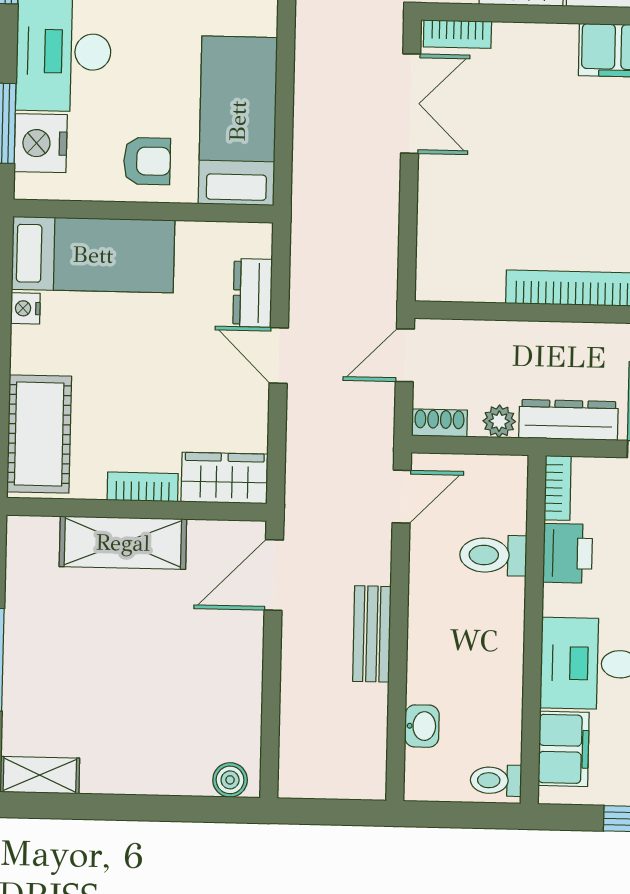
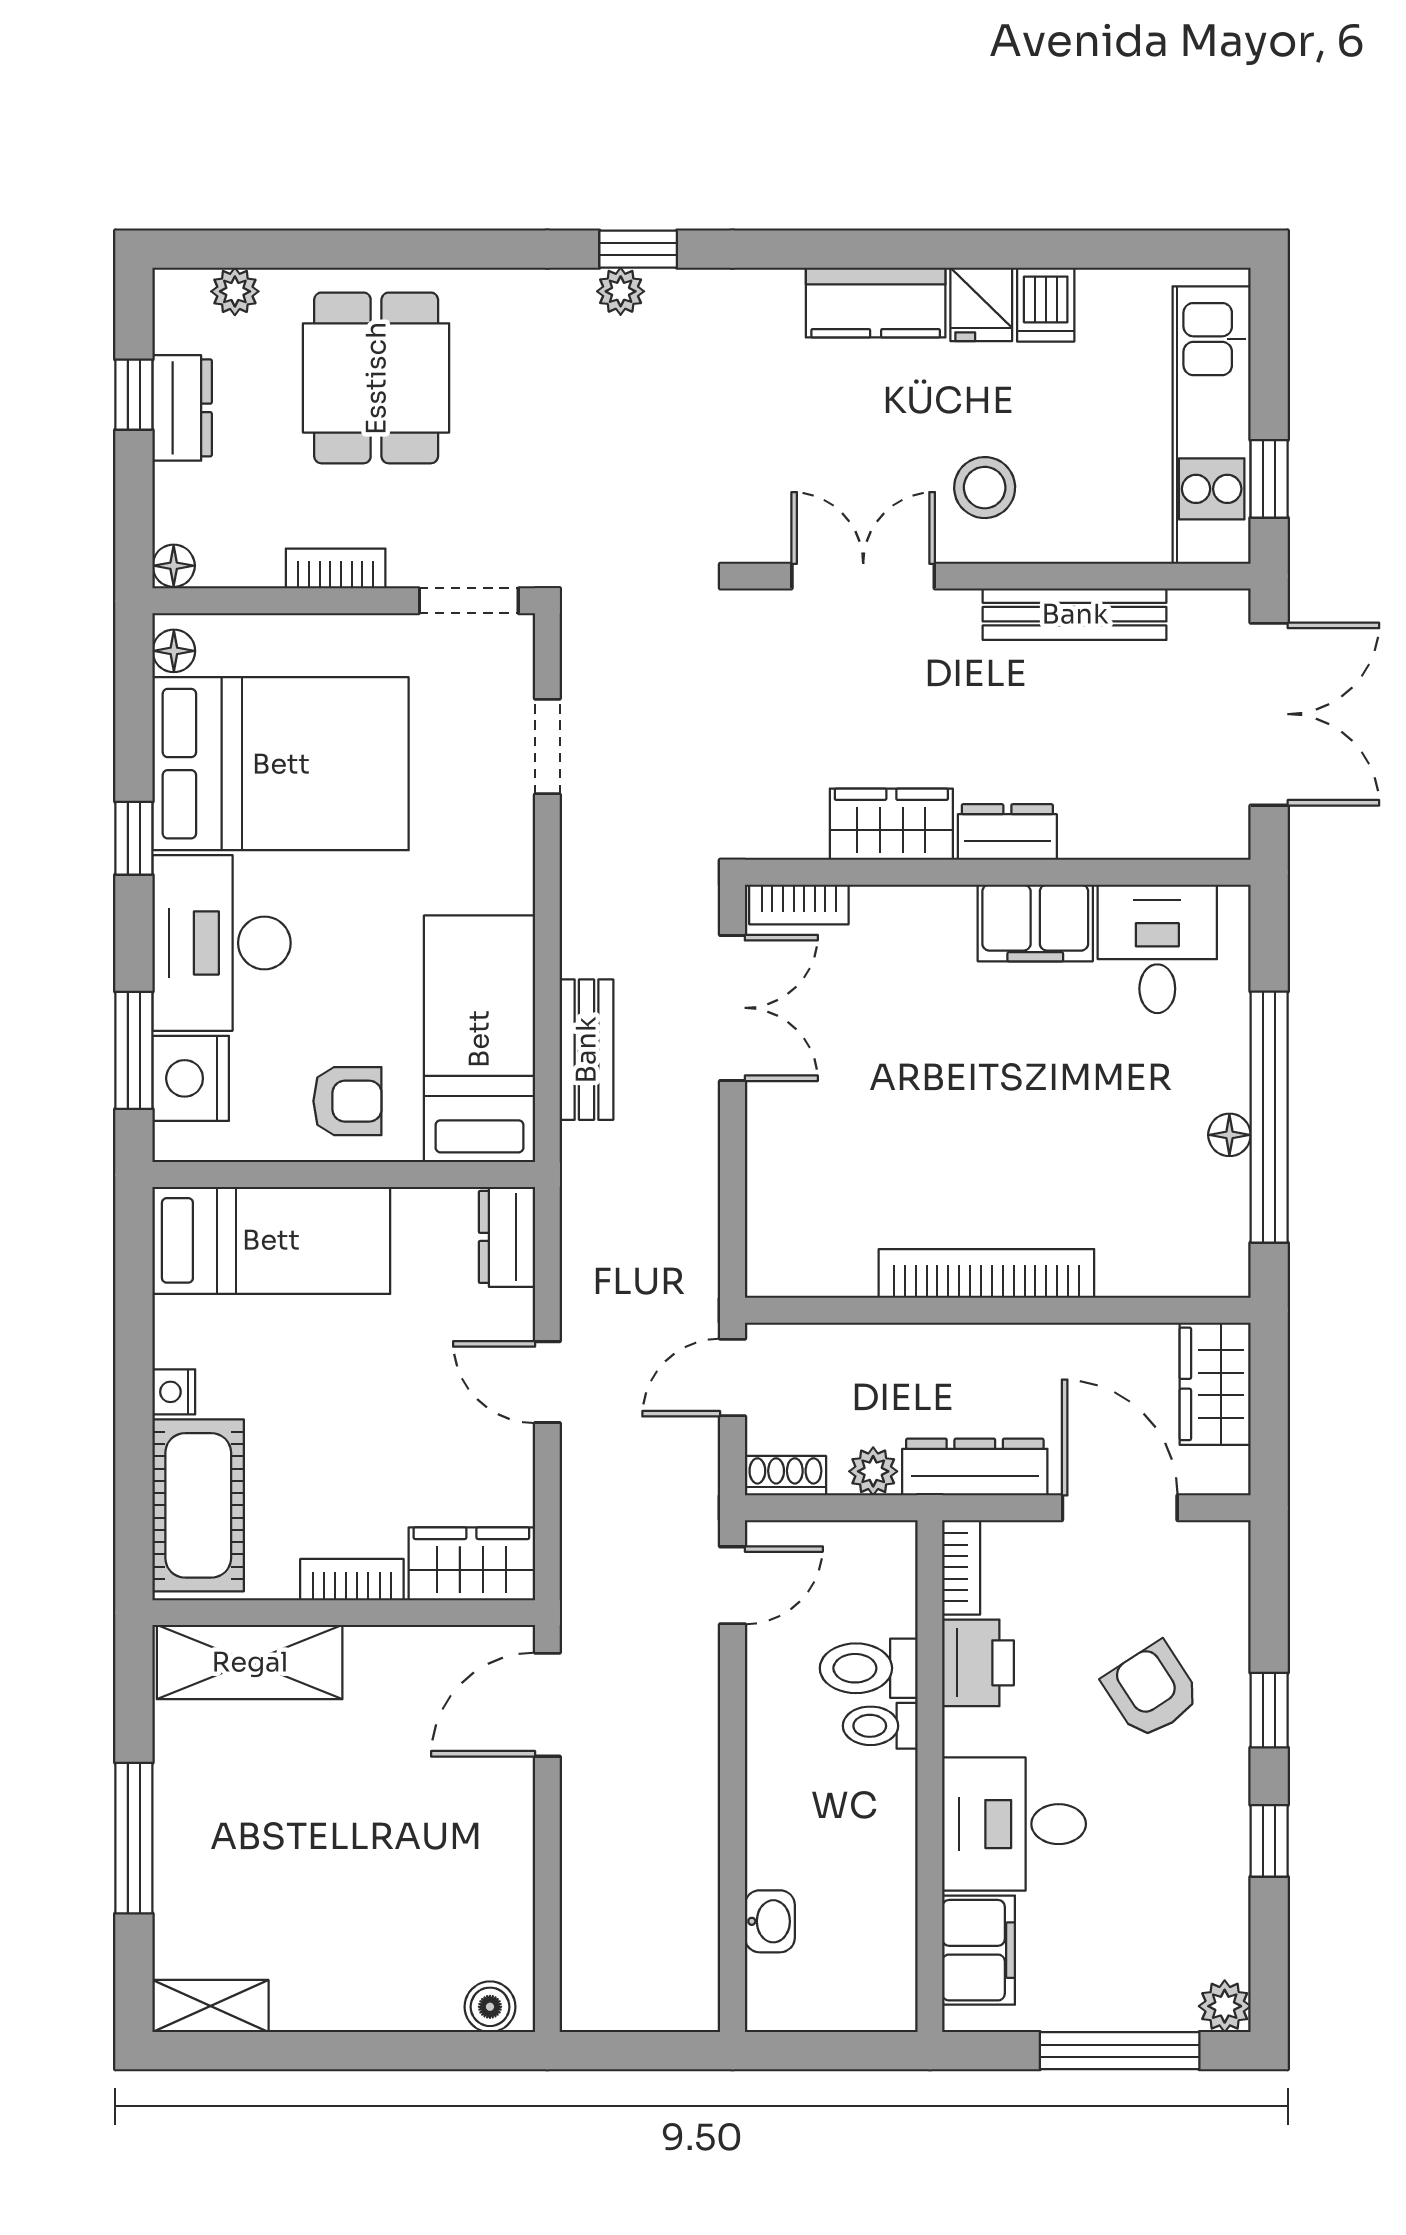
dresser: (253, 293) -> (507, 1237), moved
nightstand: (25, 308) -> (174, 1392), moved
shelving: (123, 543) -> (250, 1662), moved
bench: (372, 634) -> (586, 1050), moved
toilet: (496, 780) -> (880, 1726), moved

